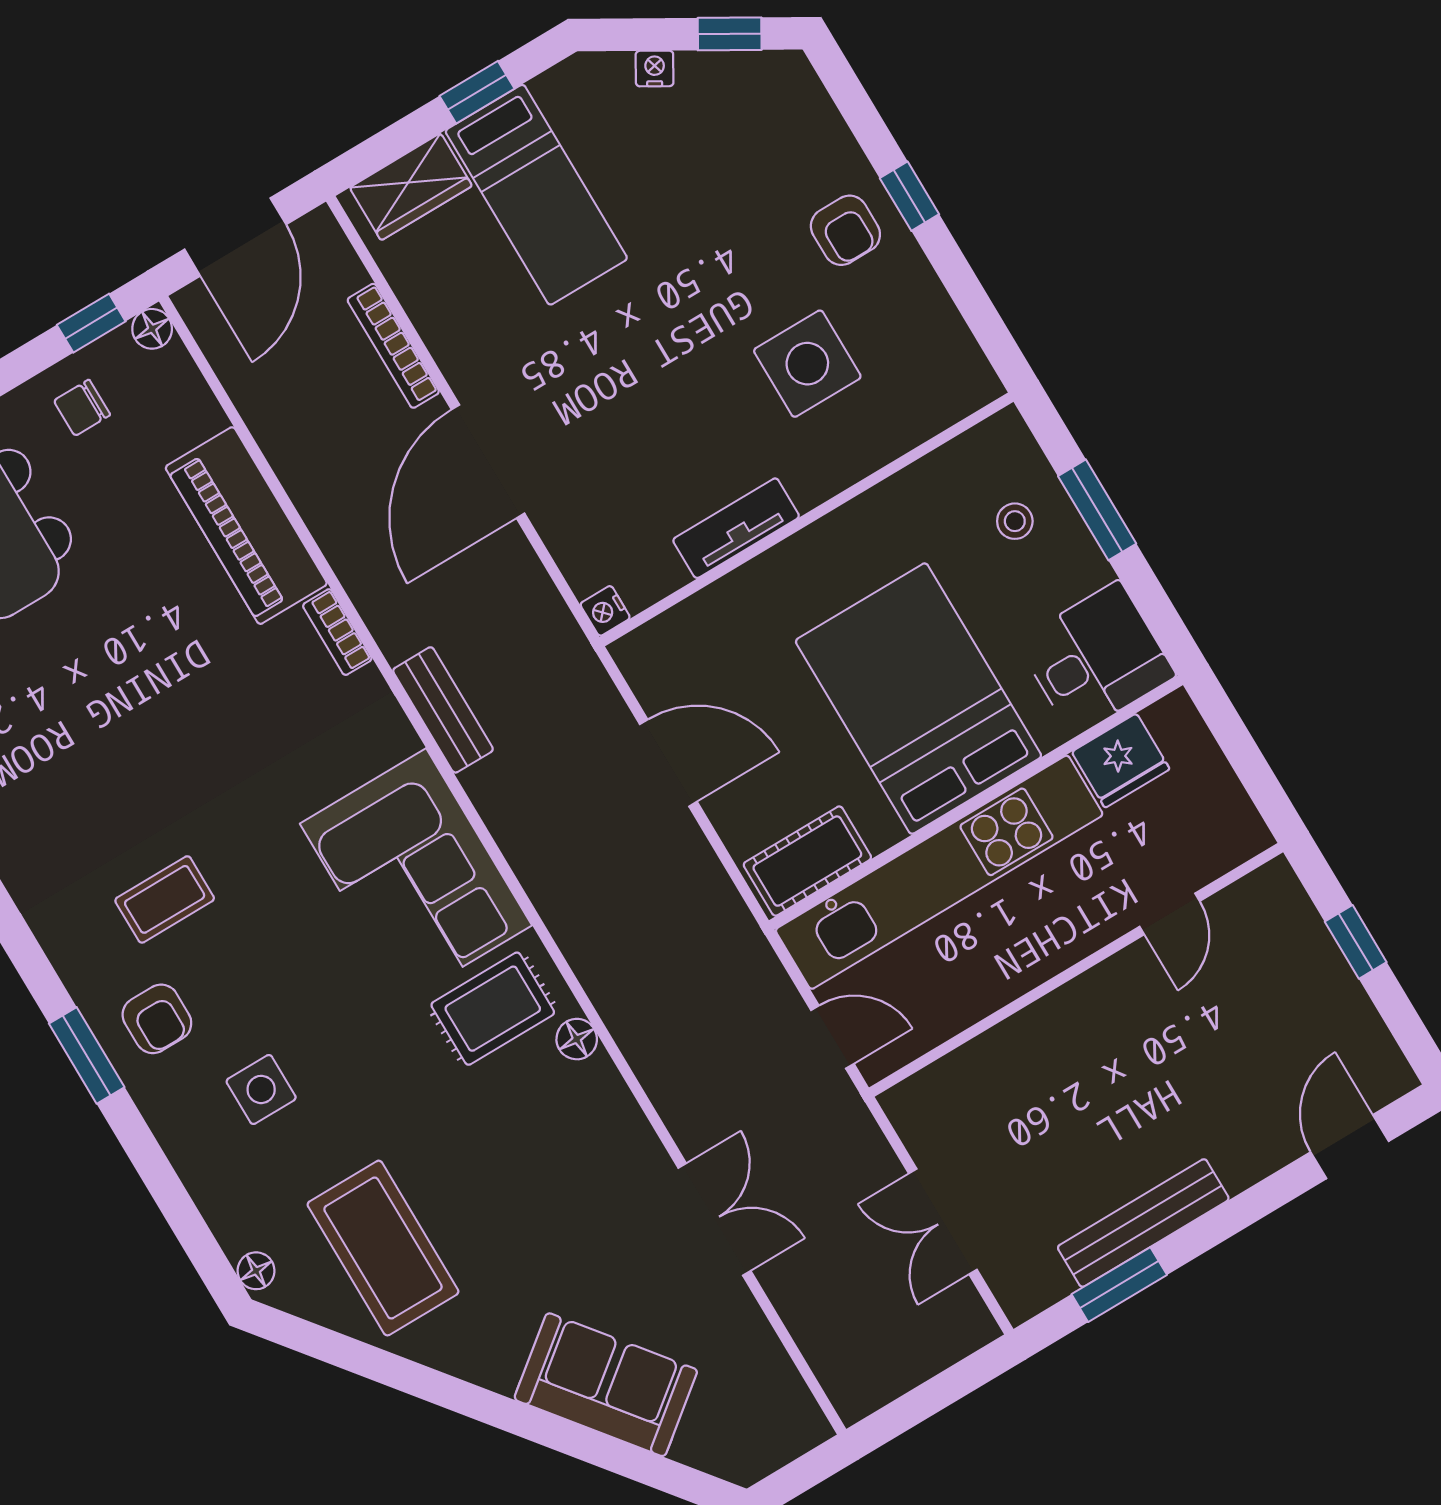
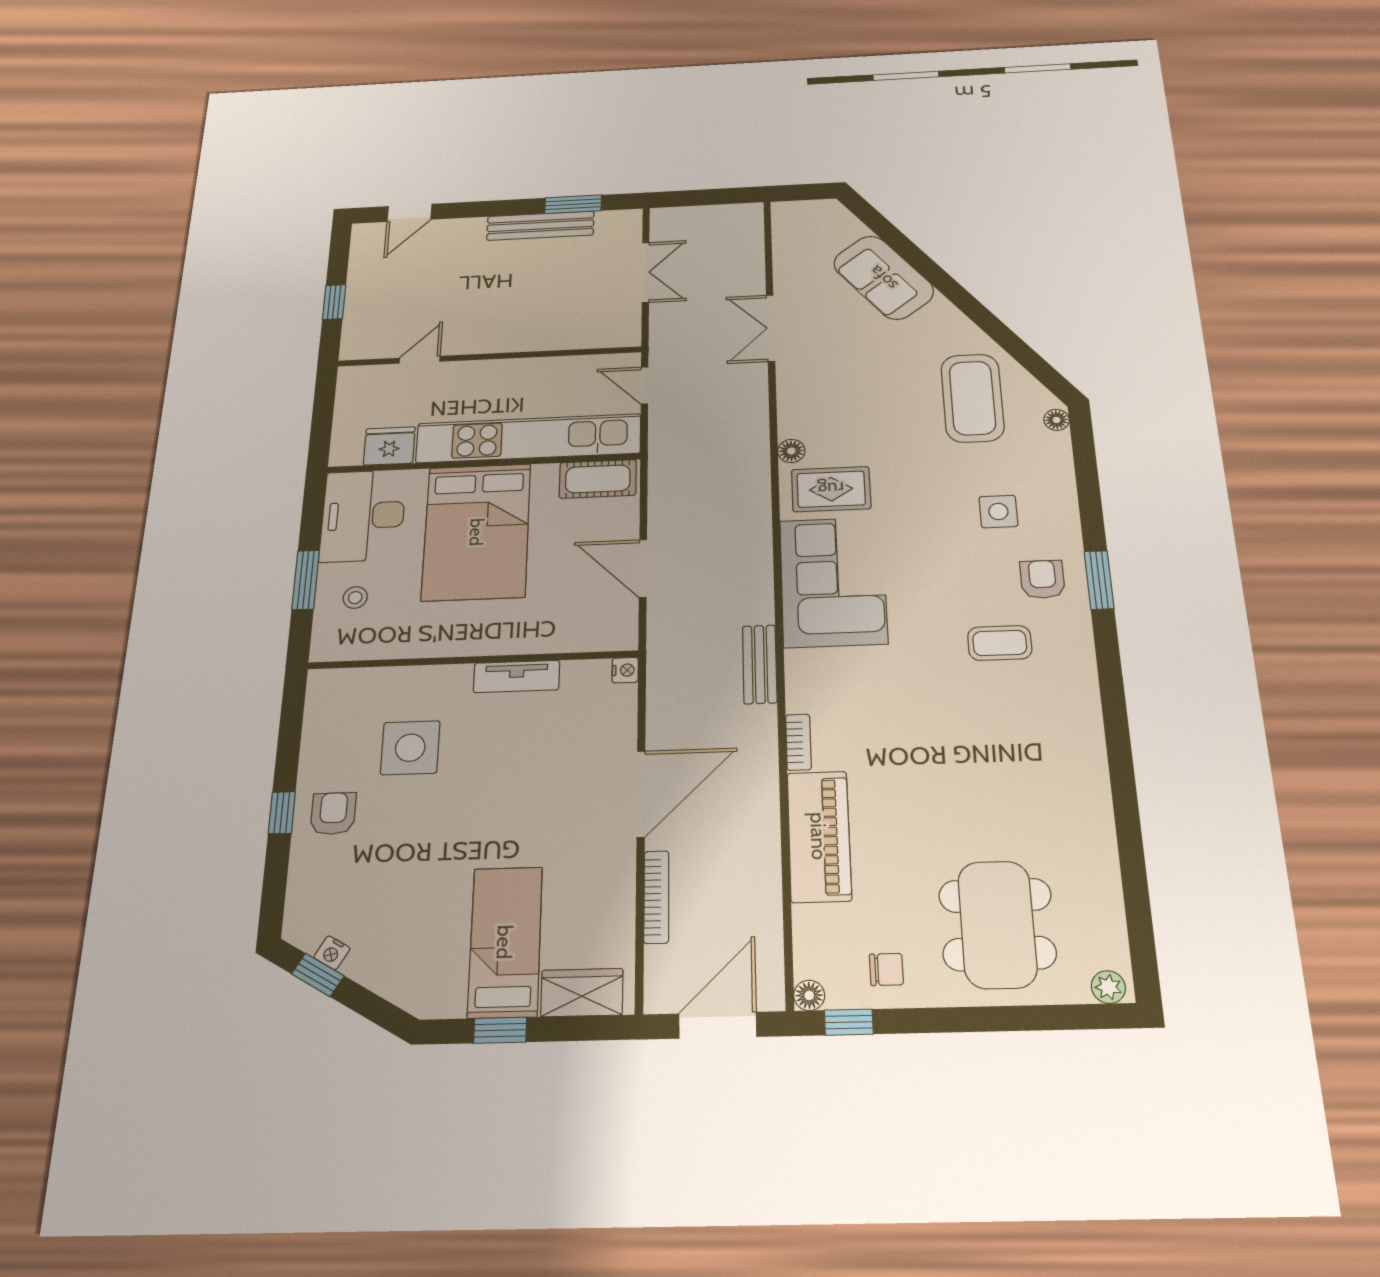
nightstand: (655, 68) -> (332, 953), moved
desk: (1096, 659) -> (363, 516), width x1.37

